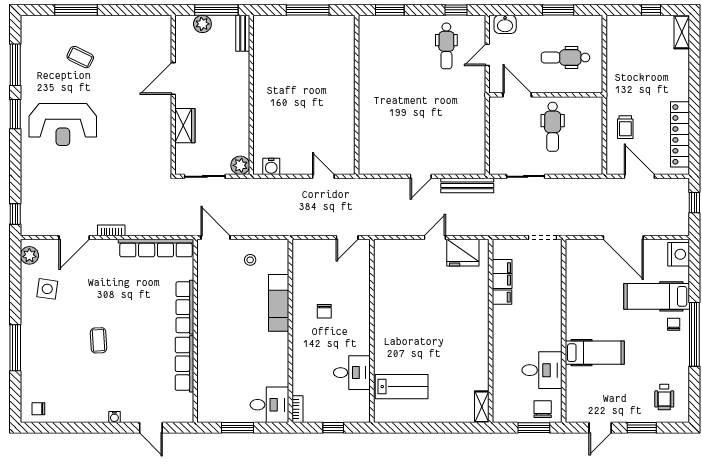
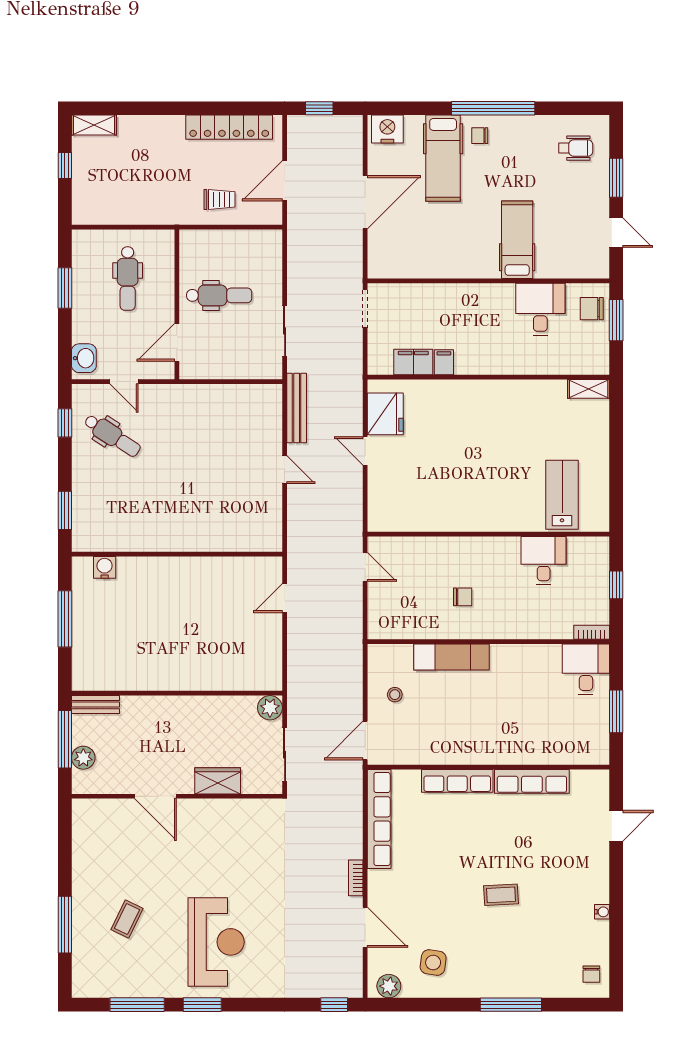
dental chair: (446, 46) -> (112, 436), turned 33
water cooler: (271, 166) -> (105, 567), moved, turned -90
water cooler: (114, 417) -> (602, 912), moved

